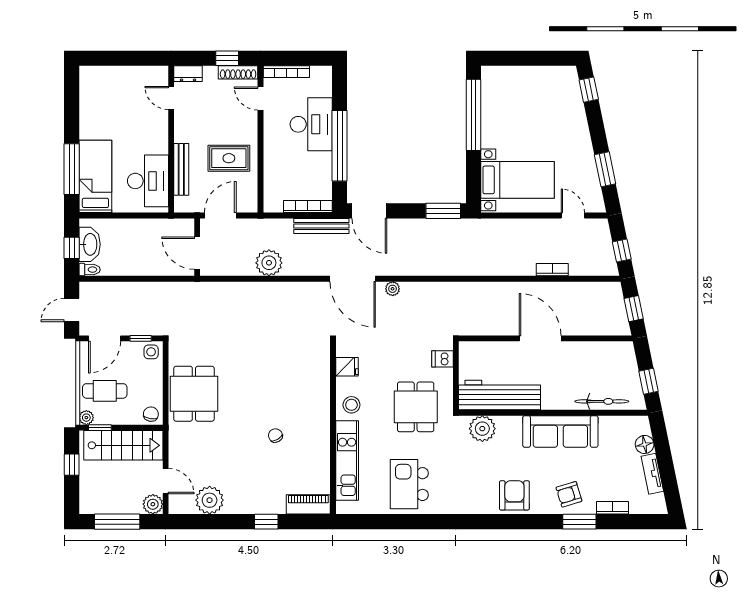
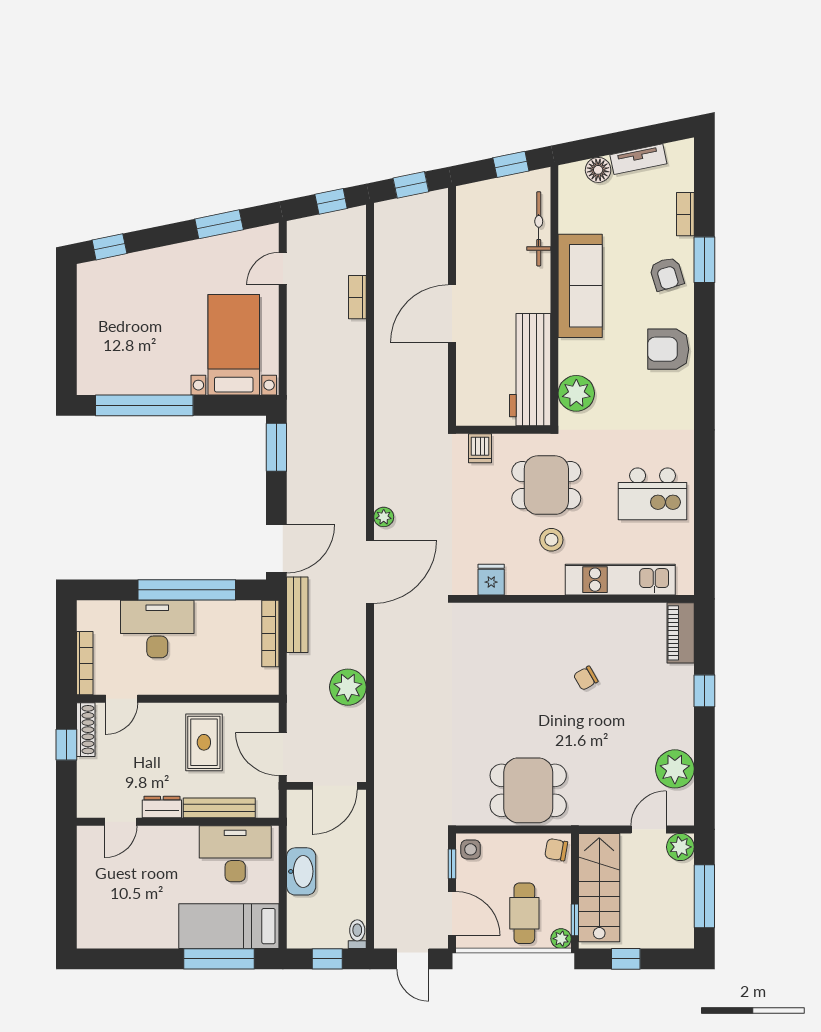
dresser: (188, 74) -> (162, 807), moved, turned -90
washbasin: (90, 244) -> (301, 871), moved, turned 90
stool: (351, 405) -> (551, 540), moved

